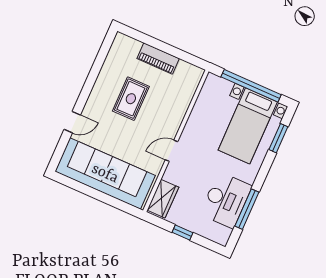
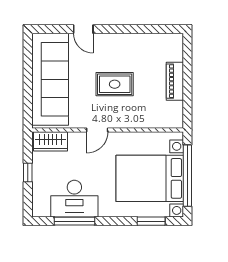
rug: (131, 99) -> (115, 84), moved
bed with nightstands: (248, 126) -> (150, 178), width x1.36
door: (172, 151) -> (97, 130), swing flipped

